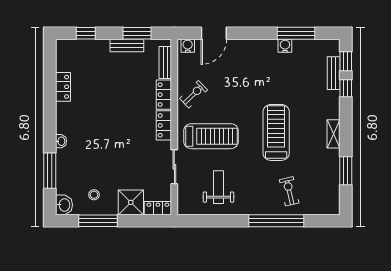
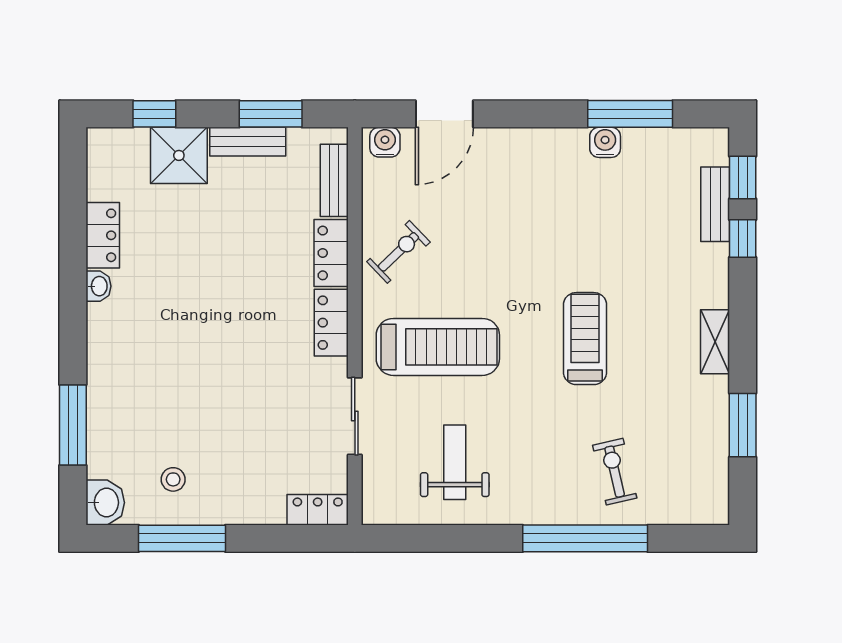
treadmill: (276, 132) -> (585, 339), width x0.73, depth x0.73
washbasin: (61, 141) -> (99, 286), moved
shower: (131, 202) -> (179, 155), moved

